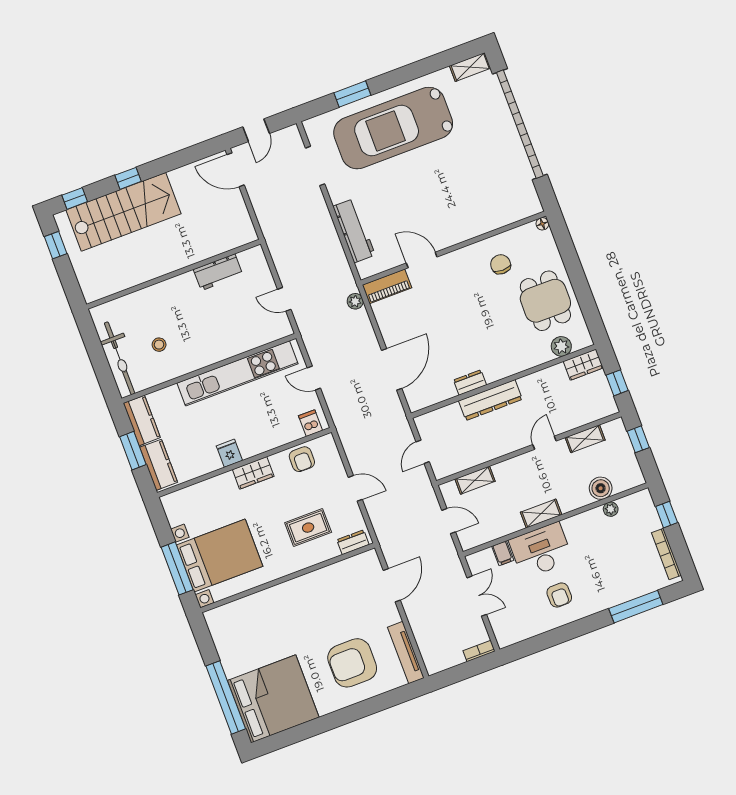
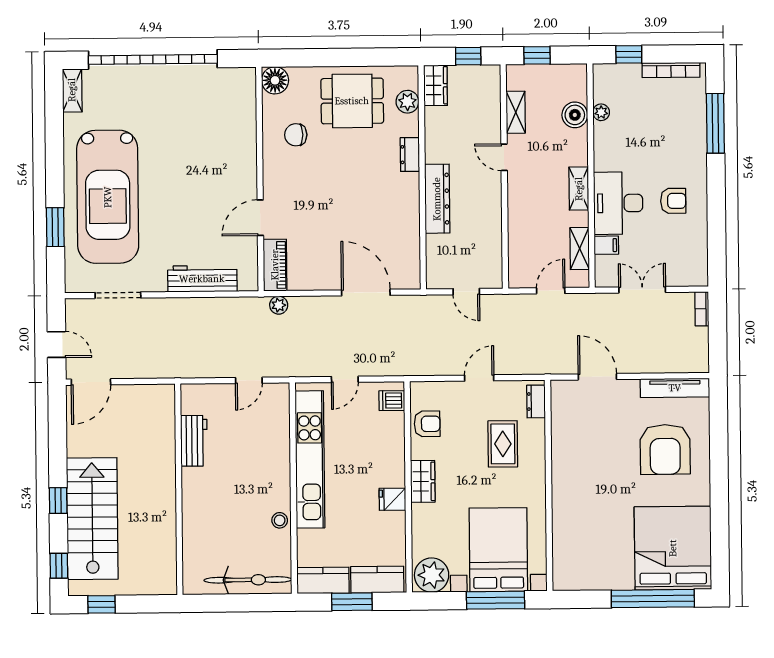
floor lamp: (542, 224) -> (275, 80), width x1.89, depth x1.89
stool: (159, 345) -> (280, 520), moved
dresser: (470, 382) -> (410, 155), moved
shelving: (475, 480) -> (580, 249), moved
plant: (179, 508) -> (432, 575), added

